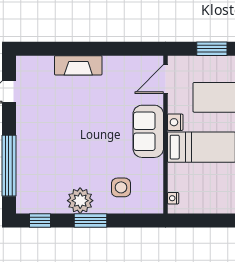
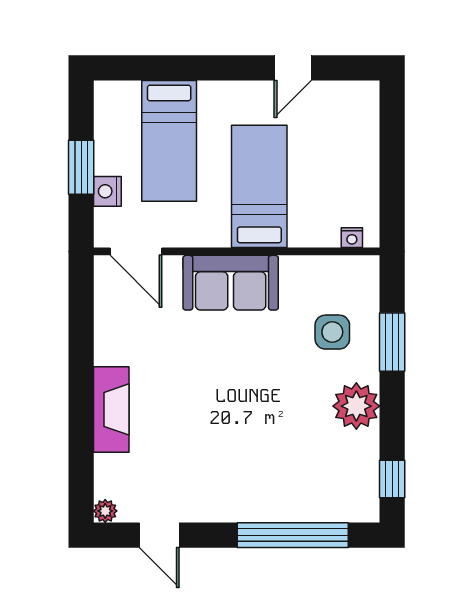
plant: (22, 62) -> (105, 511), added
nightstand: (175, 122) -> (107, 191), moved, turned 90
window: (91, 220) -> (392, 342), moved

